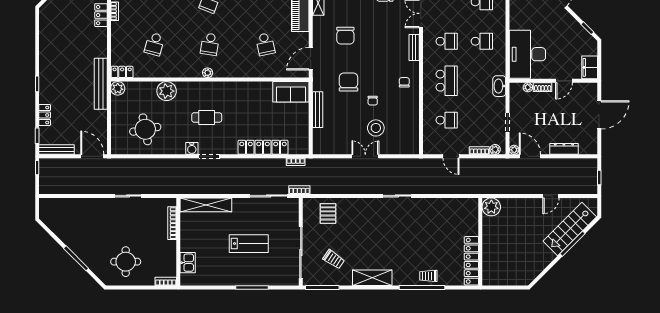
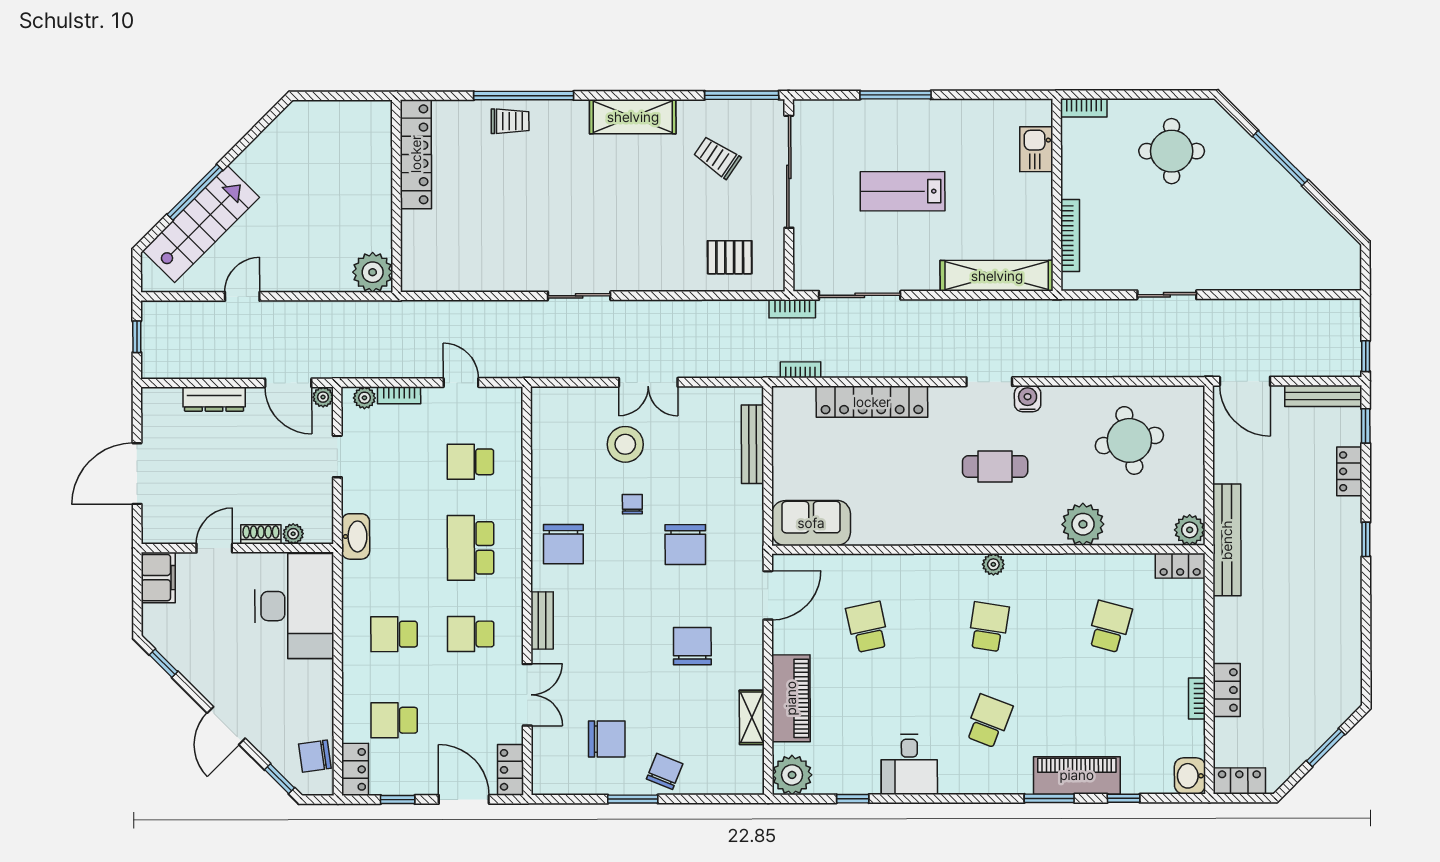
chair: (404, 82) -> (563, 544), width x1.87, depth x1.87
bench: (318, 110) -> (753, 444), moved
pallet: (328, 213) -> (730, 257), turned 90

